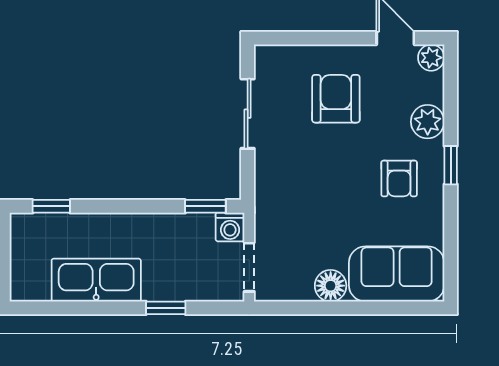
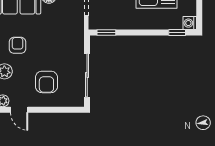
sliding door: (248, 114) -> (87, 75), width x1.37
washing machine: (230, 227) -> (190, 23), moved, turned -90

